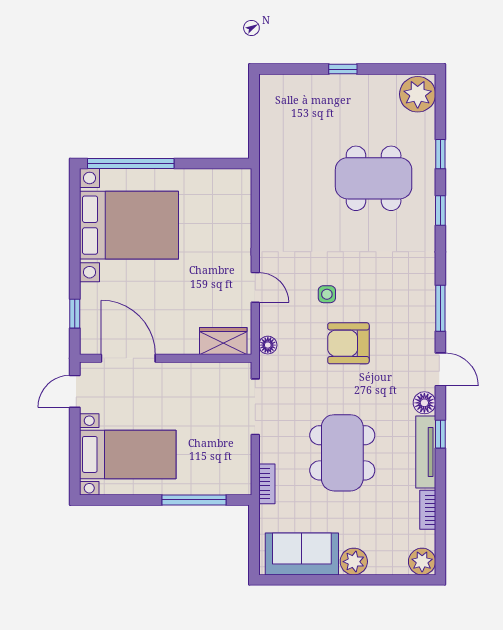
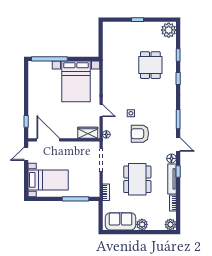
dining table: (374, 178) -> (150, 65), width x0.73
bed with nightstands: (129, 225) -> (76, 81), moved, turned 90

